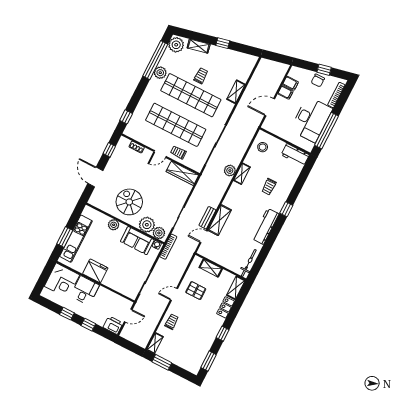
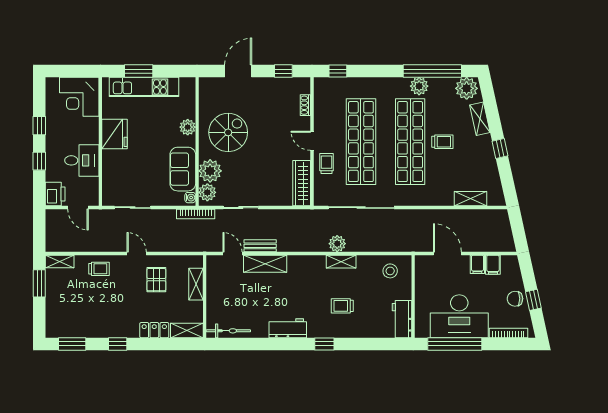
shelving: (236, 92) -> (470, 199), moved
workbench: (266, 226) -> (288, 328), width x0.73
desk: (85, 290) -> (82, 160), moved

